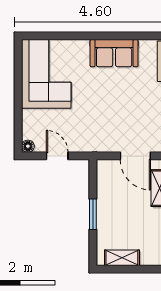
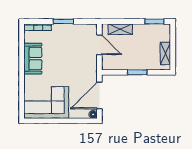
door: (57, 156) -> (99, 95), width x1.88
door: (135, 156) -> (99, 45), hinge flipped

